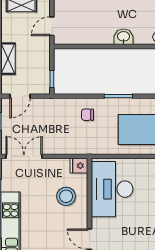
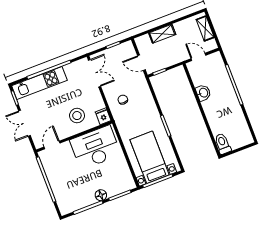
washbasin: (124, 37) -> (203, 93), moved
door: (20, 96) -> (141, 63), moved
chair: (87, 115) -> (123, 100), moved

